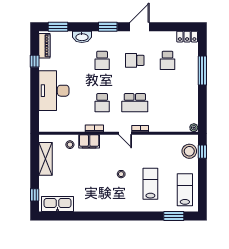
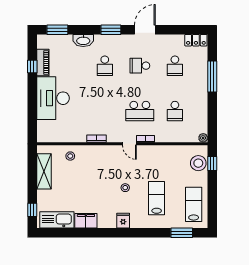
piano: (44, 46) -> (43, 63), moved
school desk: (102, 103) -> (175, 111), moved
filing cabinet: (89, 141) -> (86, 221), moved, turned 180
fridge: (119, 205) -> (123, 221), added

